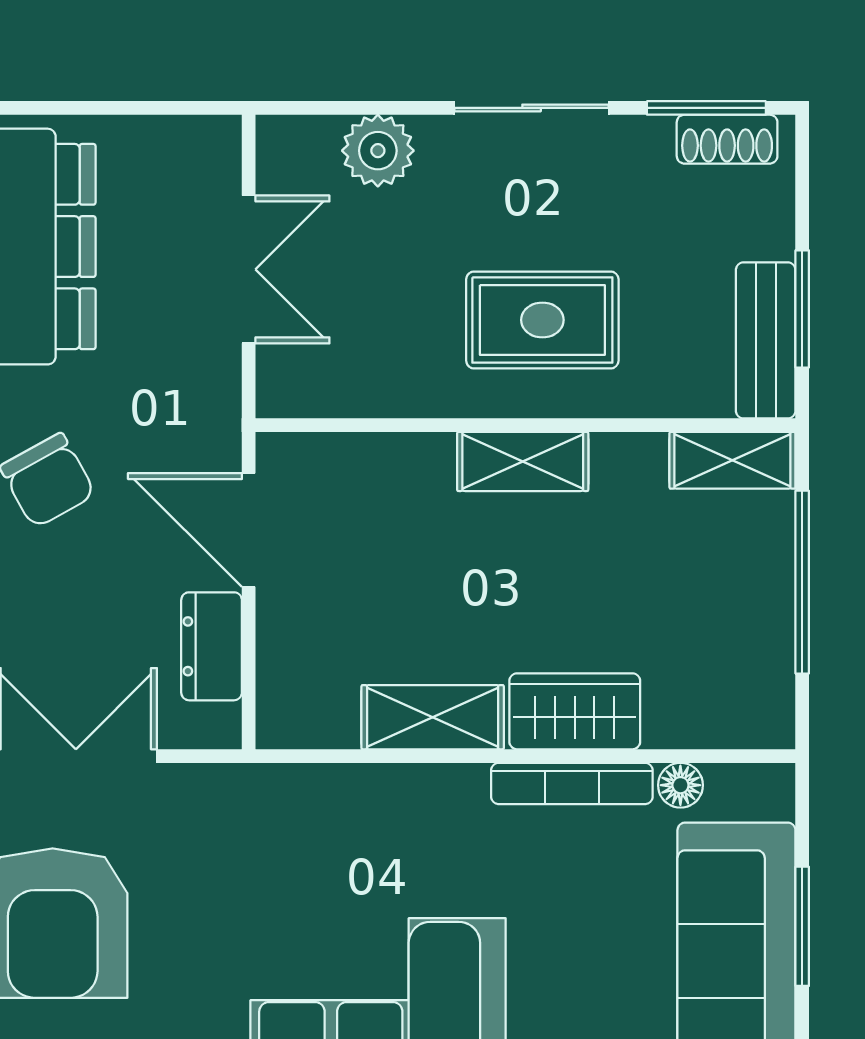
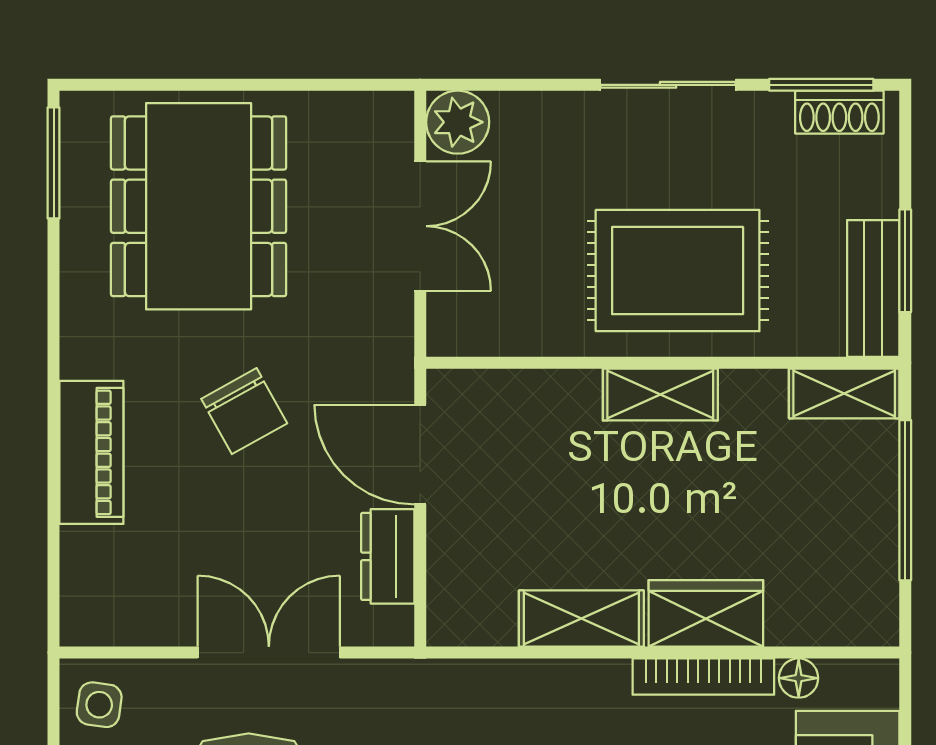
plant: (378, 151) -> (458, 122), moved
rug: (542, 320) -> (678, 271), width x1.36, depth x1.43

